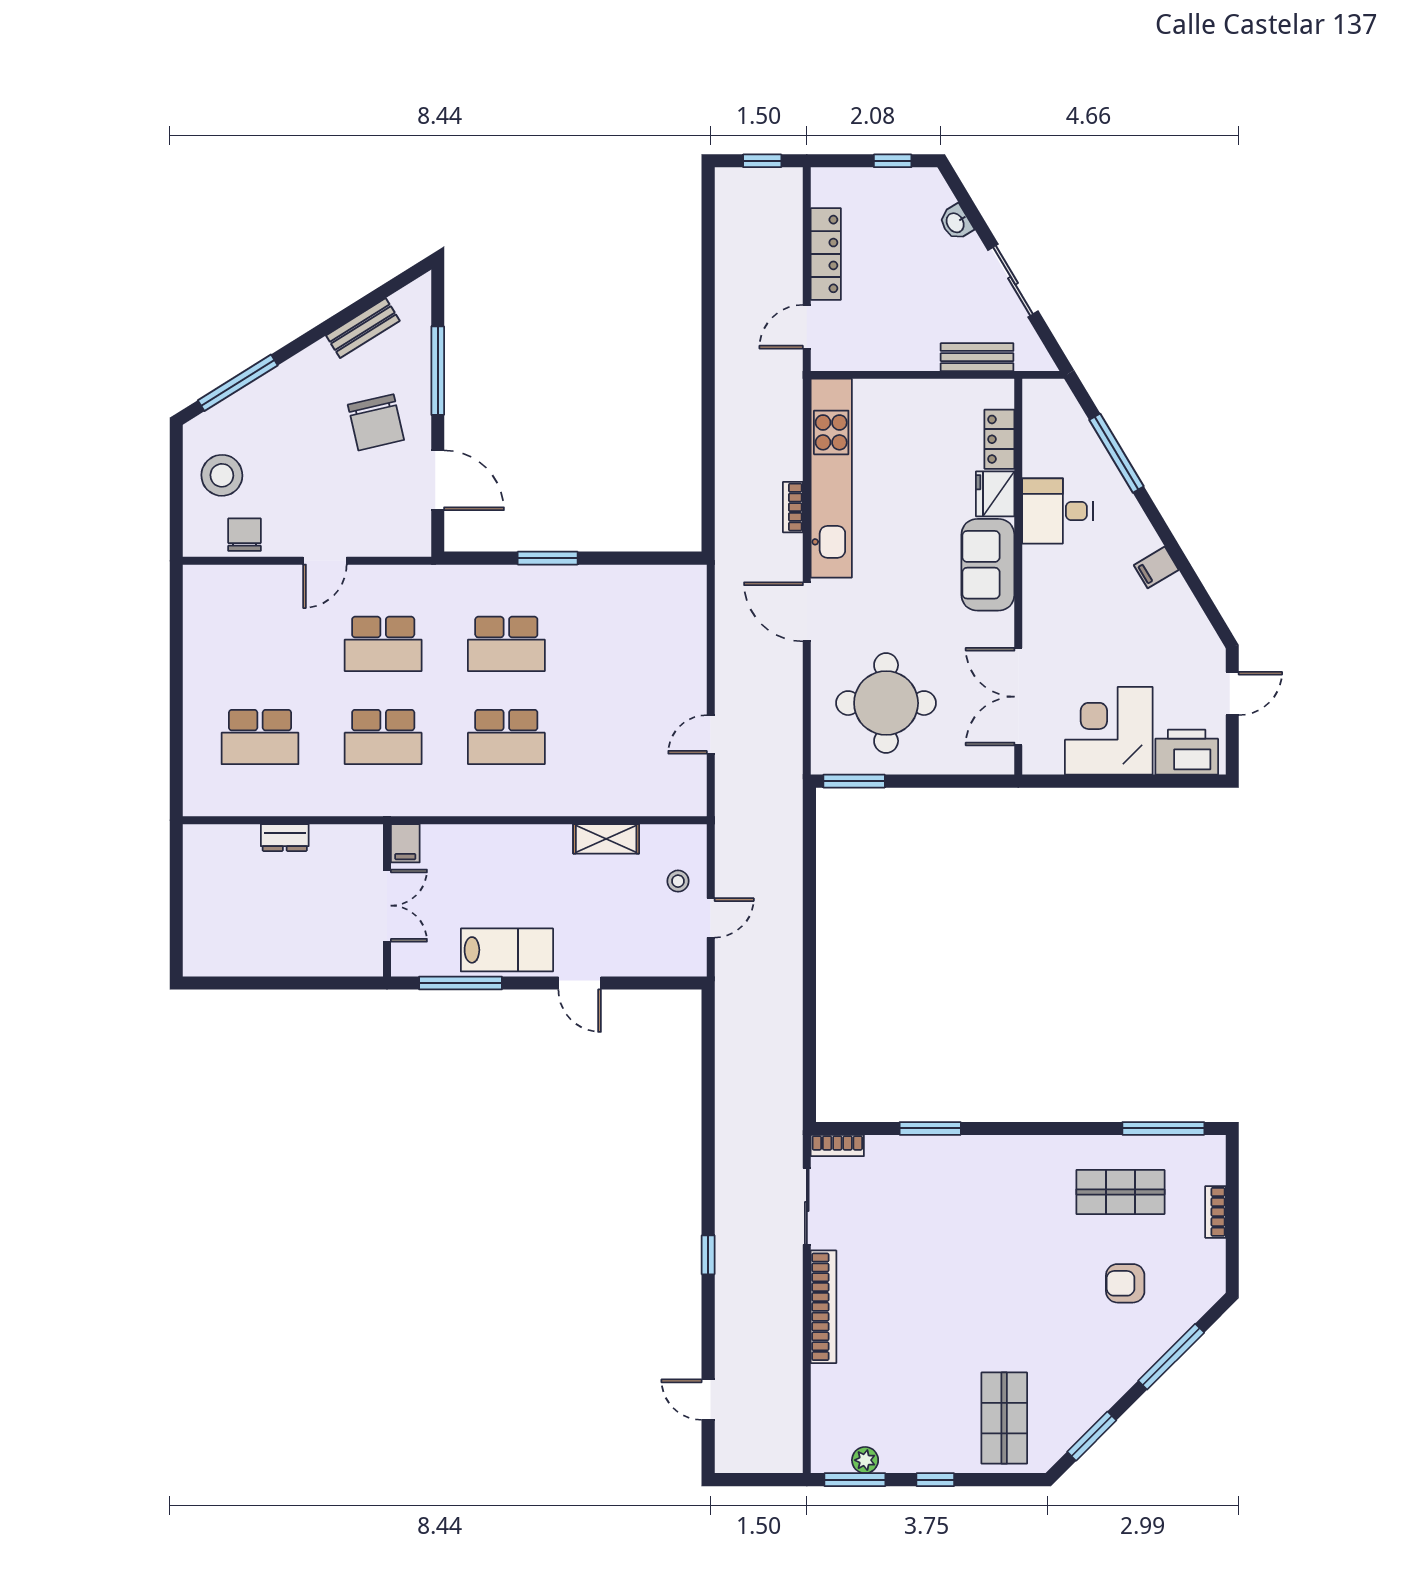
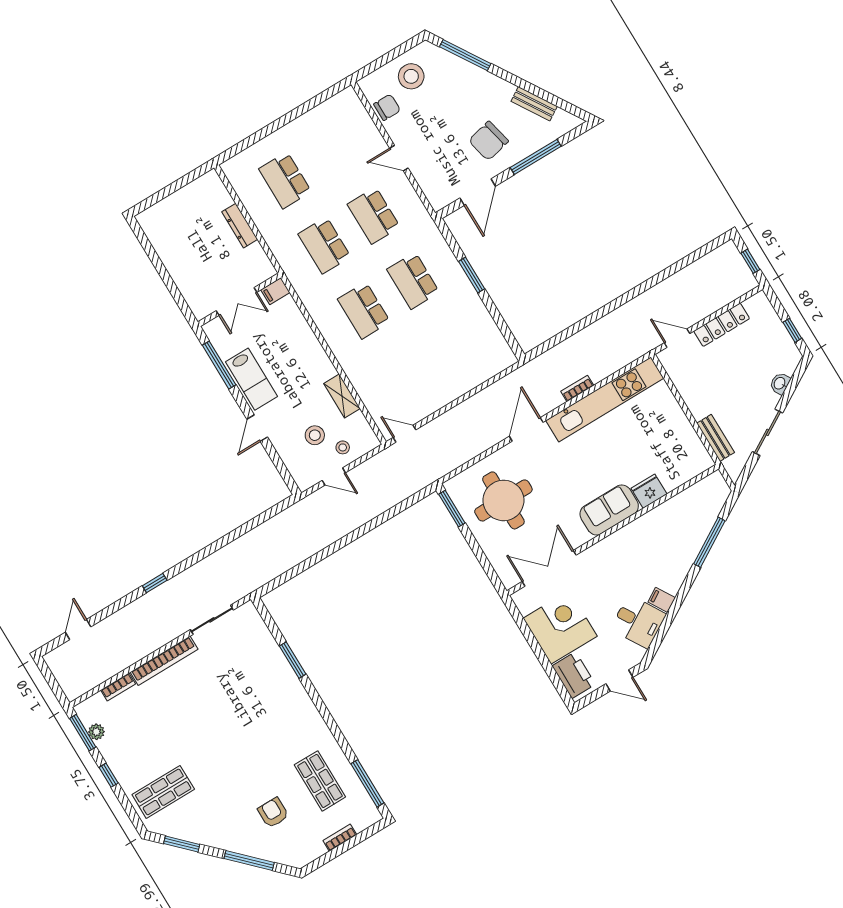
locker: (999, 439) -> (679, 476), removed
desk: (1057, 511) -> (638, 622), moved, turned 149
door: (711, 734) -> (405, 434), moved
dresser: (285, 838) -> (240, 226), width x1.44
stool: (638, 909) -> (315, 435), added
bookcase: (837, 1146) -> (118, 687), moved, turned -90

